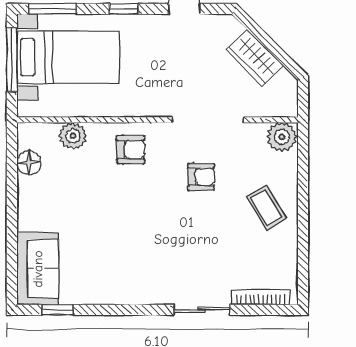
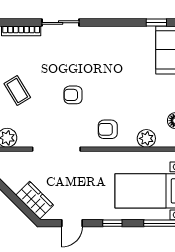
wardrobe: (255, 58) -> (35, 200), moved
armchair: (201, 177) -> (73, 95), moved

